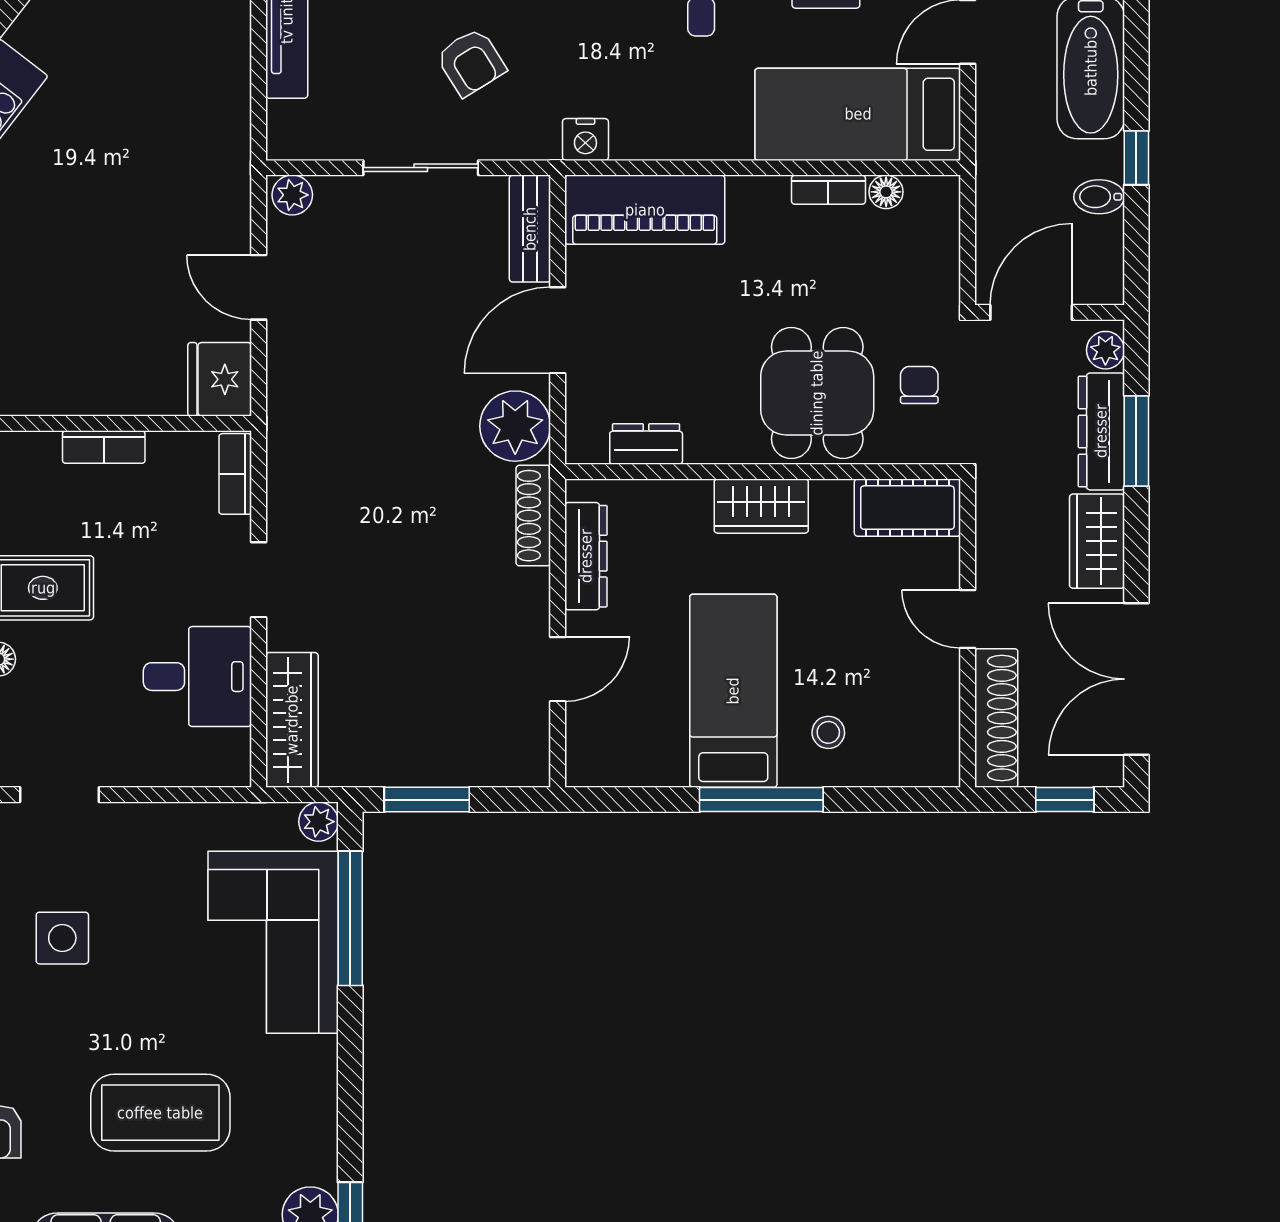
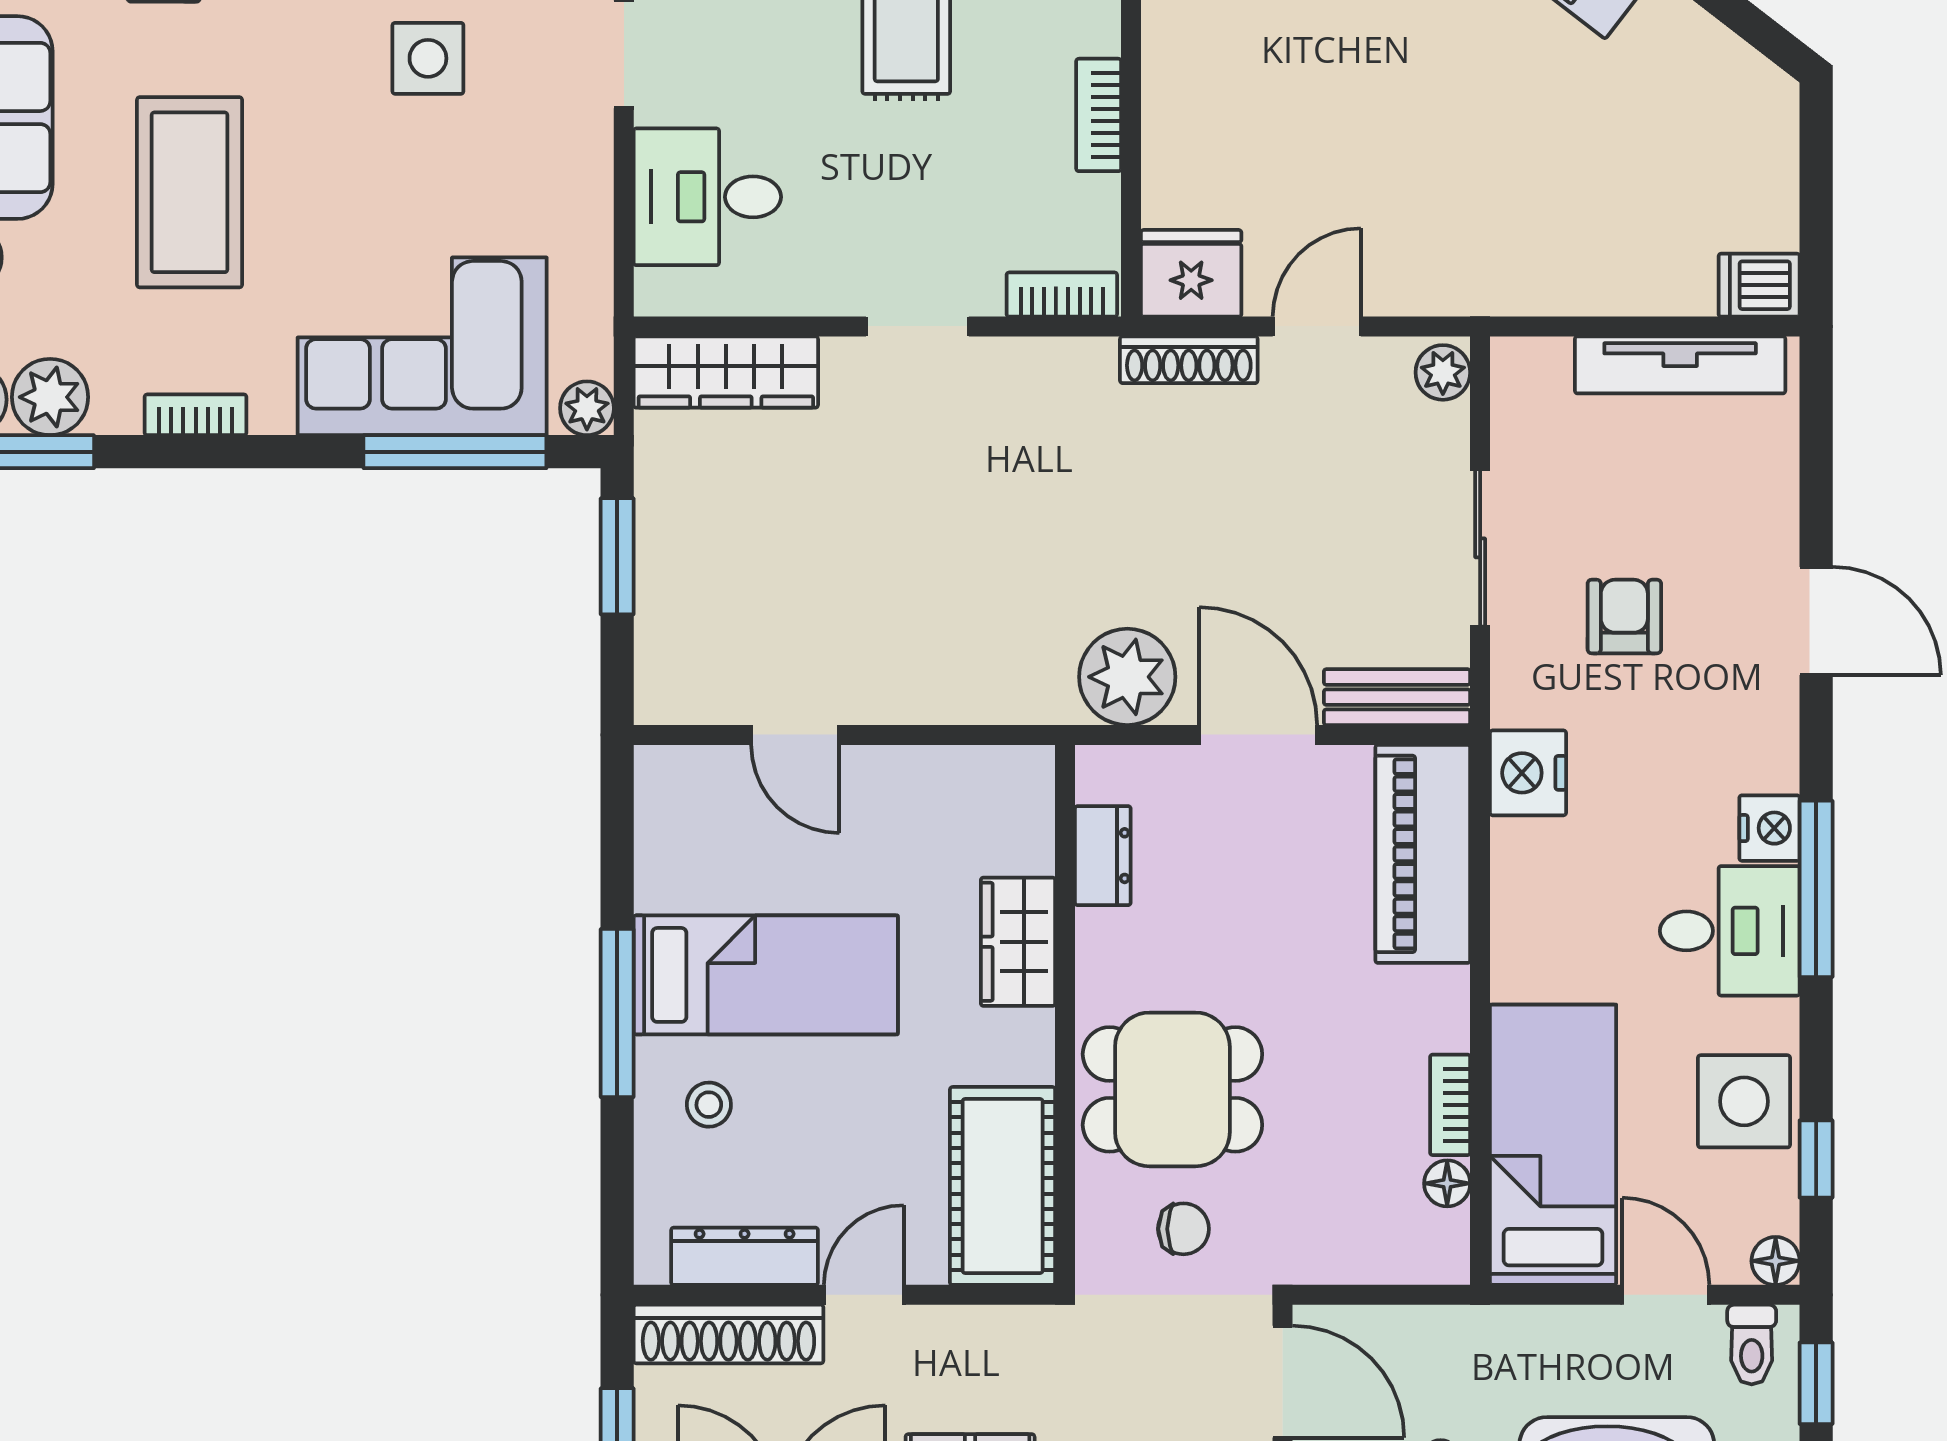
armchair: (471, 62) -> (1624, 616), turned 122
nightstand: (585, 139) -> (1528, 773), width x1.36, depth x1.33
wardrobe: (761, 506) -> (1018, 942), moved
cot: (907, 508) -> (1003, 1186), width x1.37, depth x1.34
shoe rack: (533, 516) -> (1189, 360), moved, turned 180
dresser: (586, 556) -> (745, 1256), moved, turned 180
desk: (197, 677) -> (707, 197), moved, turned 90
bookcase: (323, 1108) -> (196, 415), added

